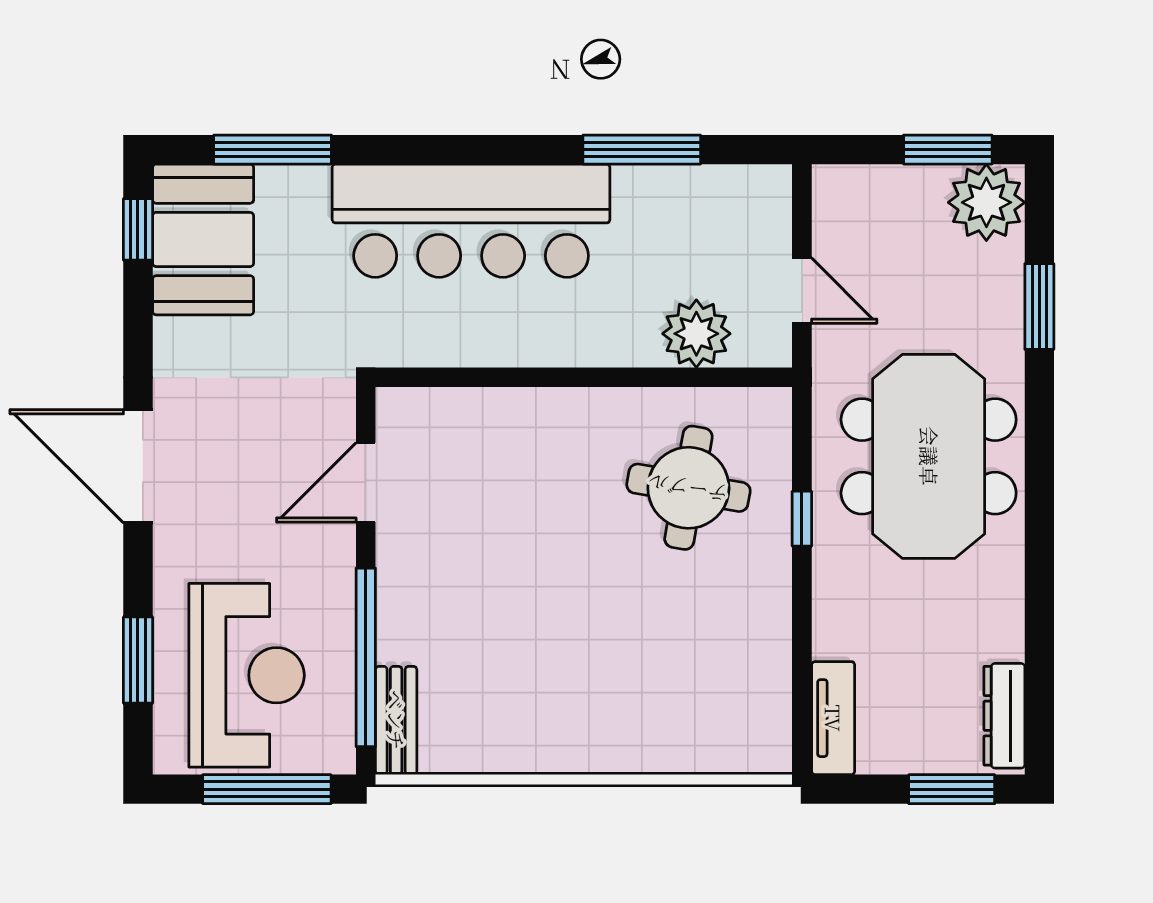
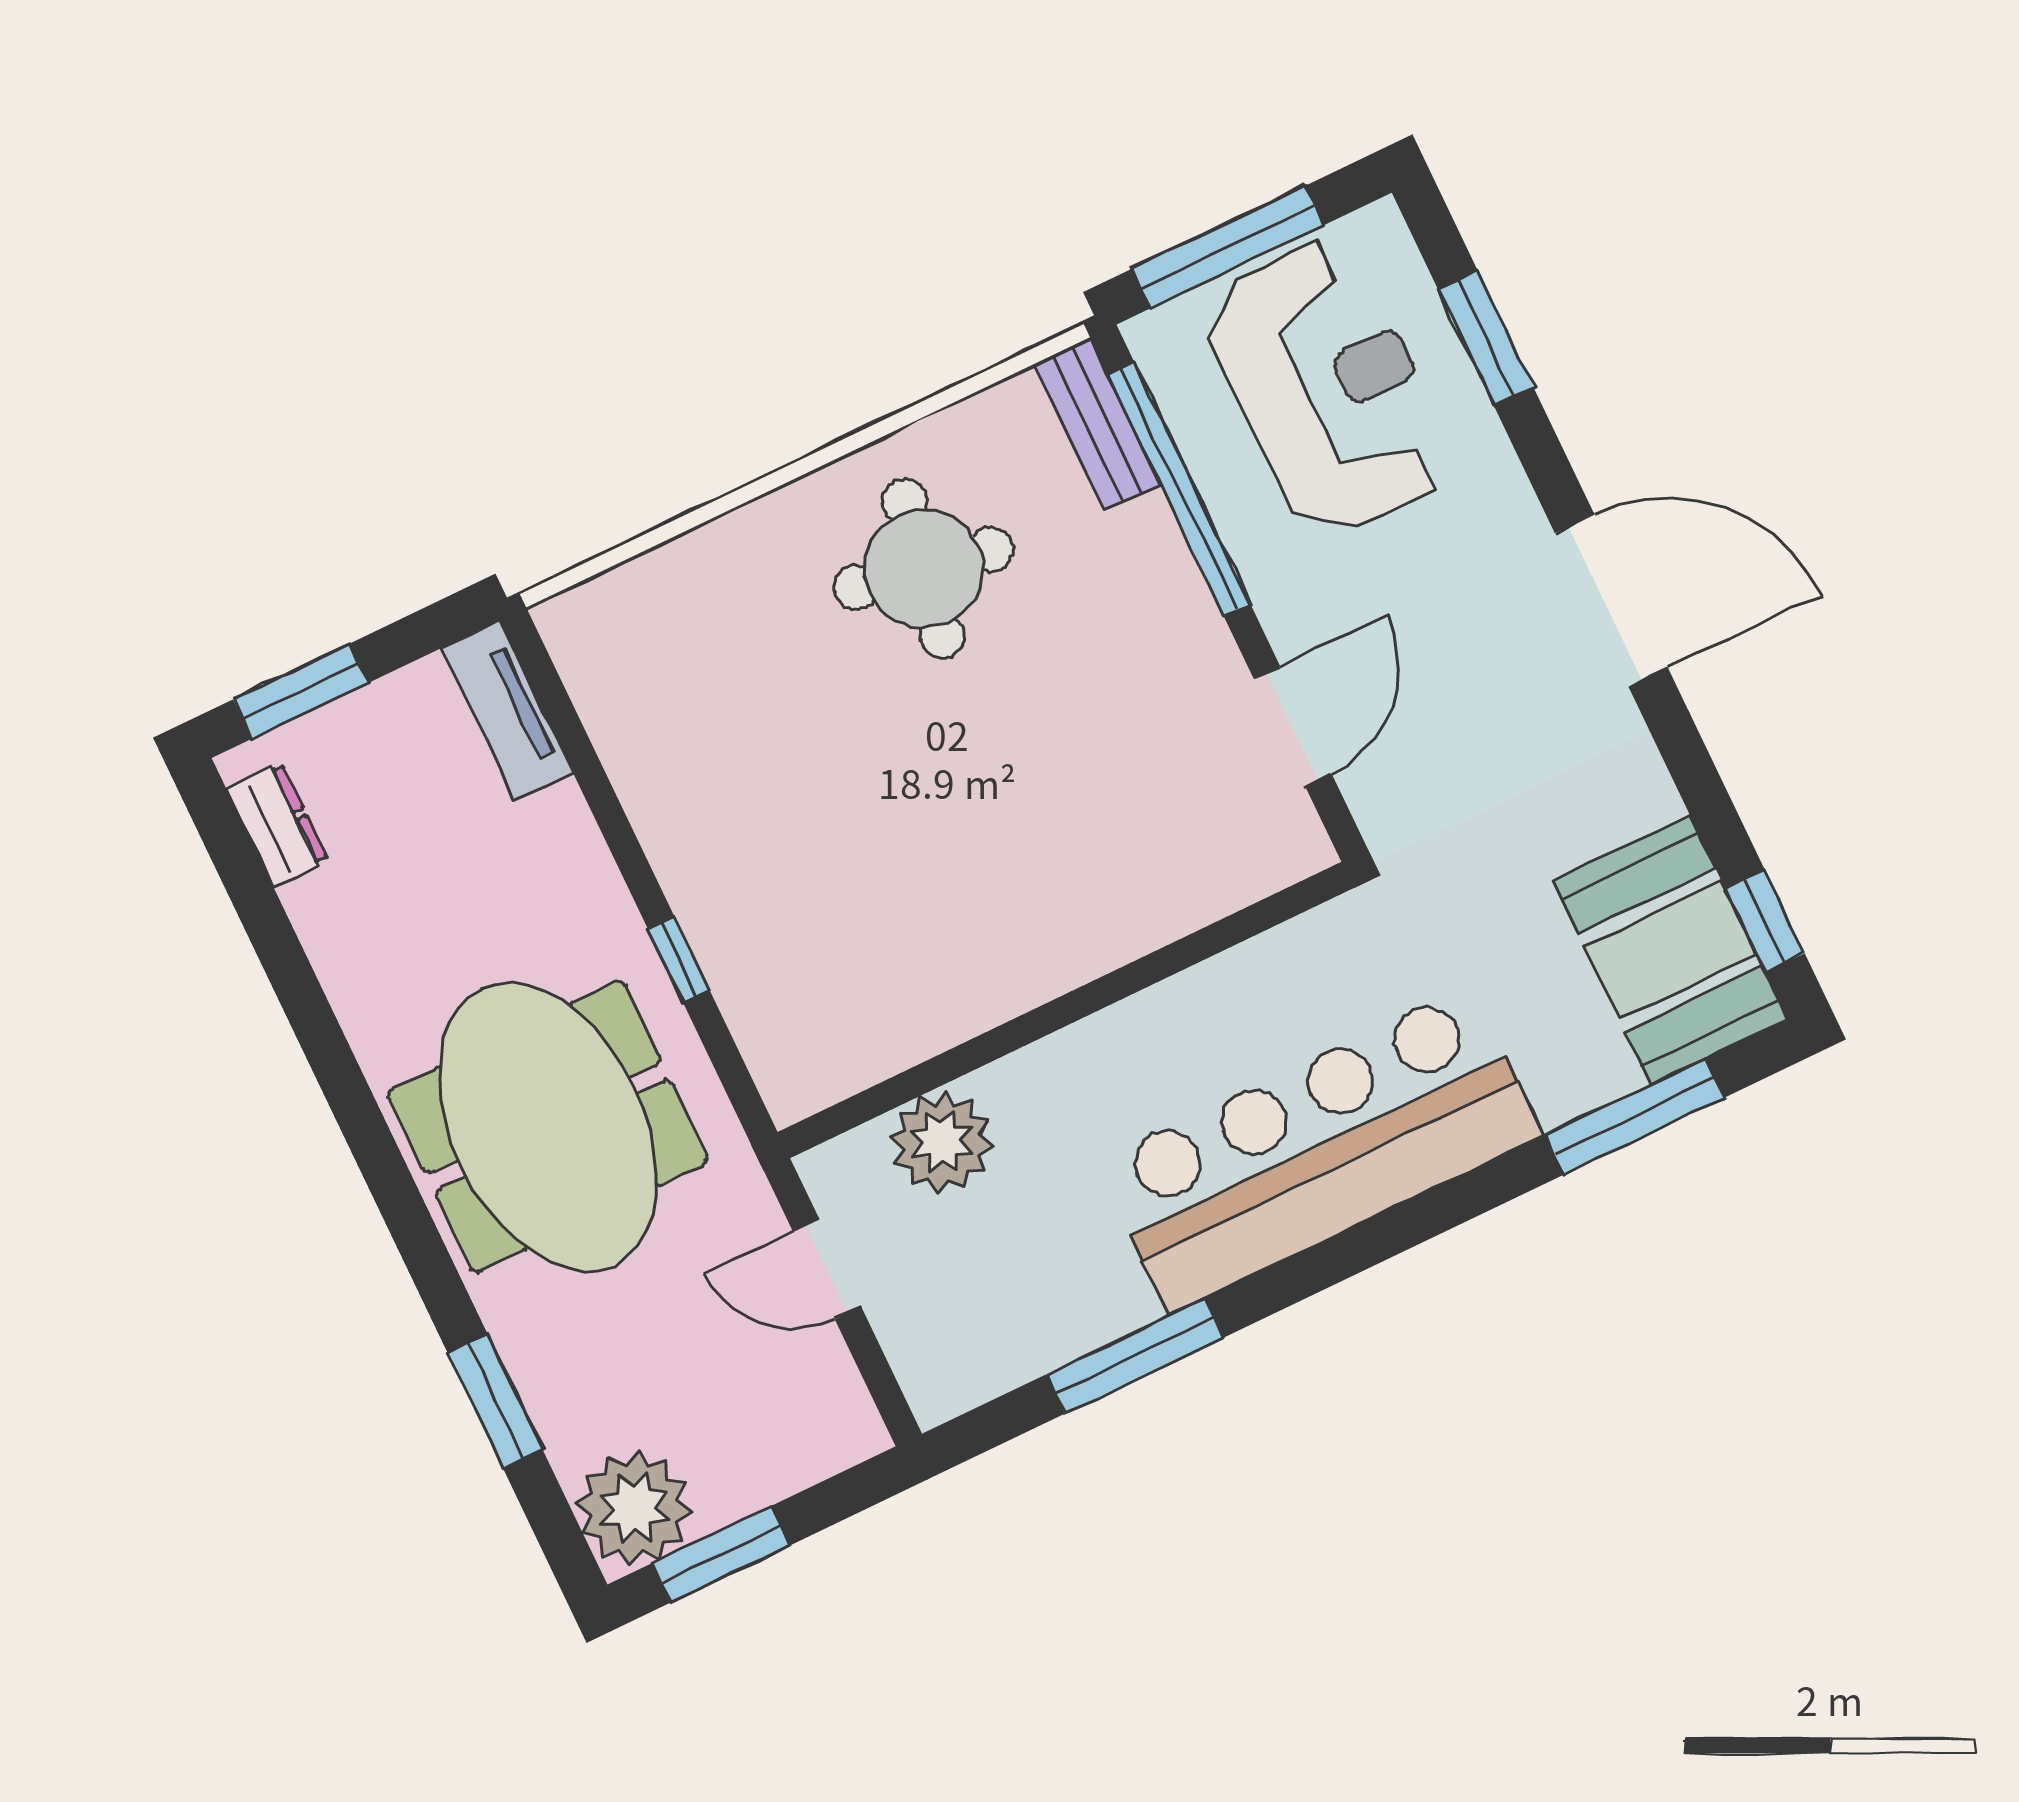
round table: (688, 488) -> (924, 569), moved
reception desk: (247, 675) -> (1329, 388), turned 180
dresser: (1004, 716) -> (277, 825), width x0.70

